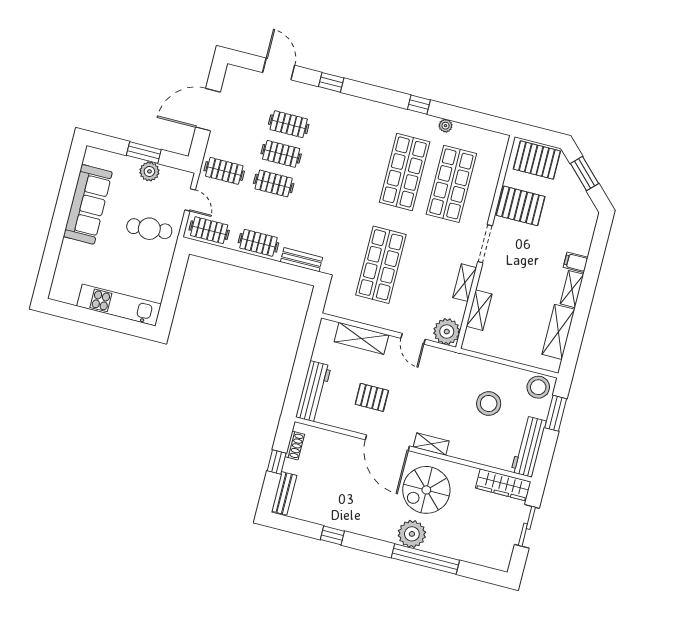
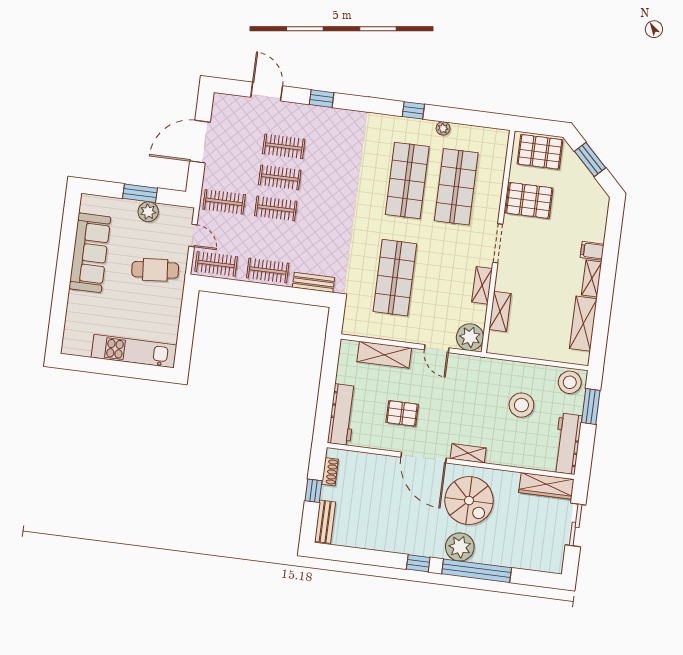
spiral stairs: (426, 490) -> (469, 501), turned -90
window: (332, 535) -> (418, 563), moved

